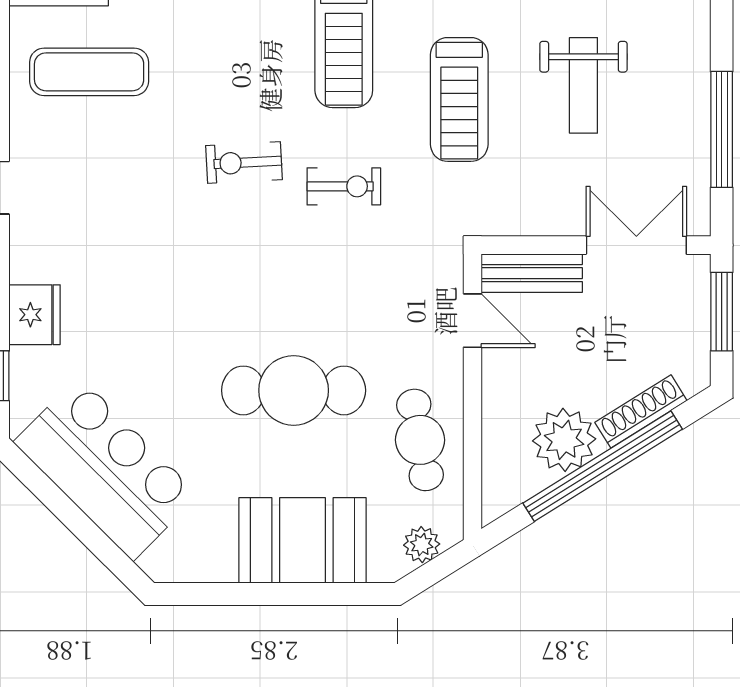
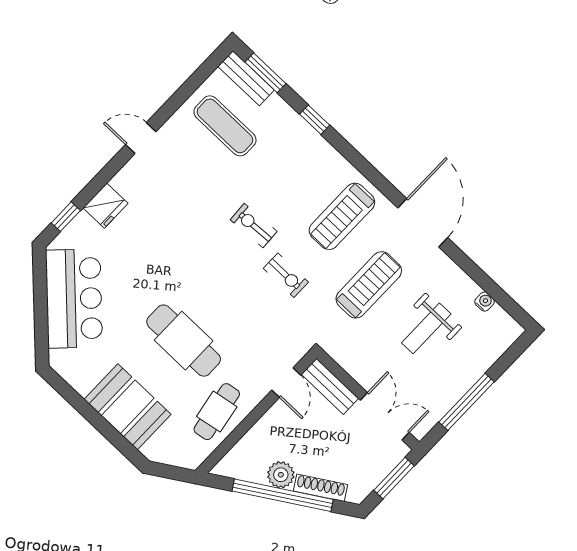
treadmill: (459, 99) -> (369, 285), turned 180
plant: (564, 440) -> (281, 475), width x0.73, depth x0.73
plant: (422, 545) -> (176, 456), removed

